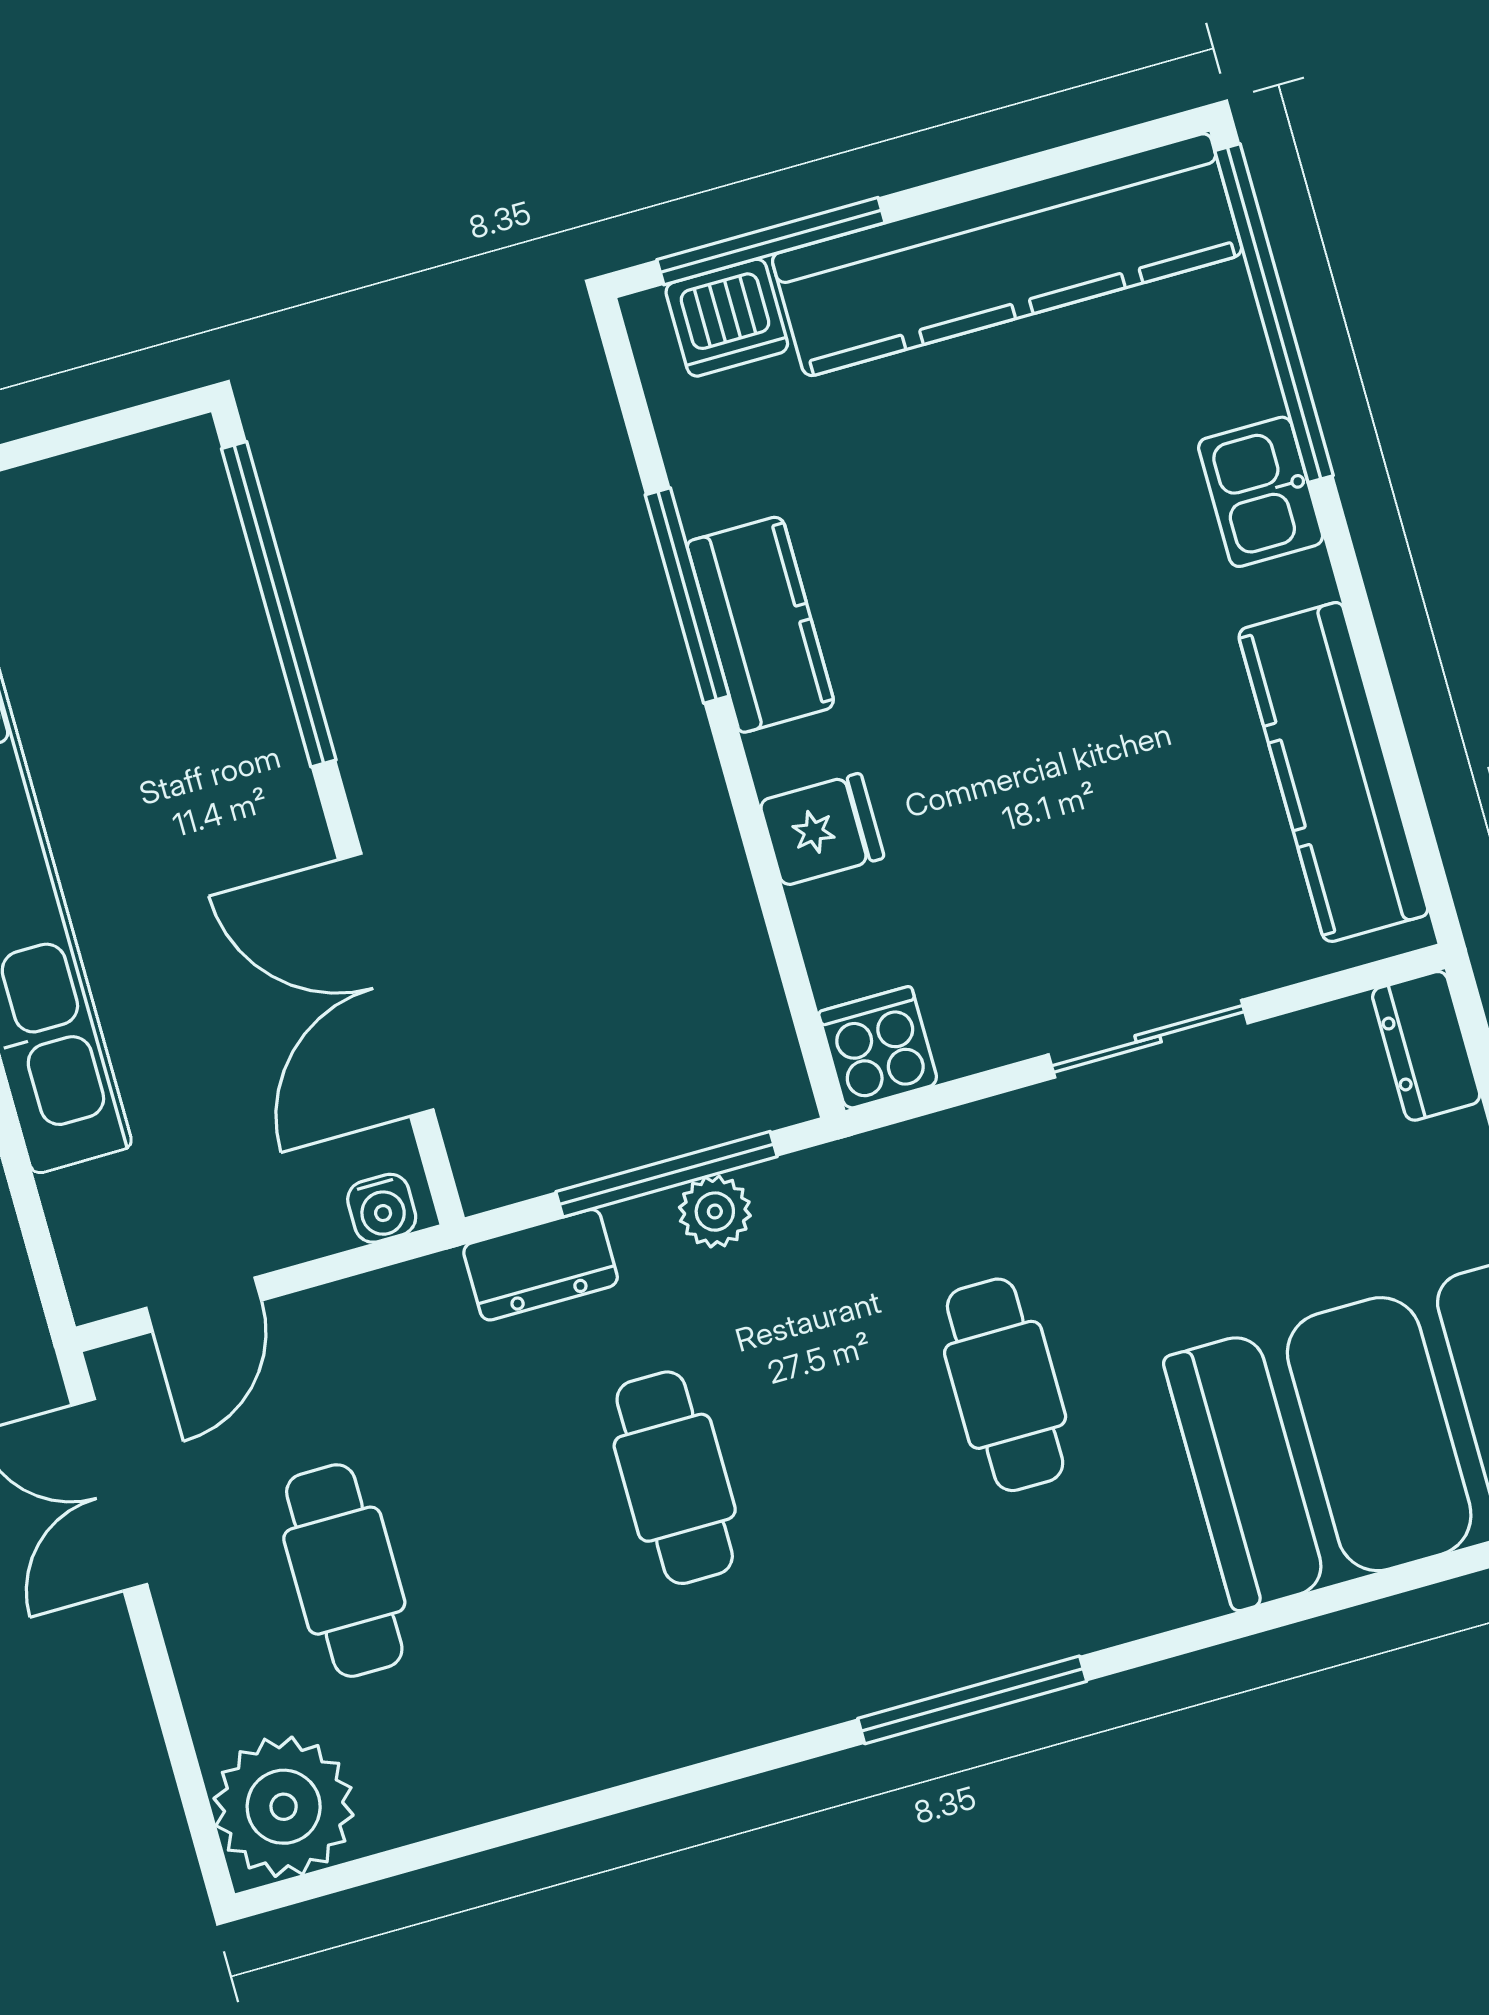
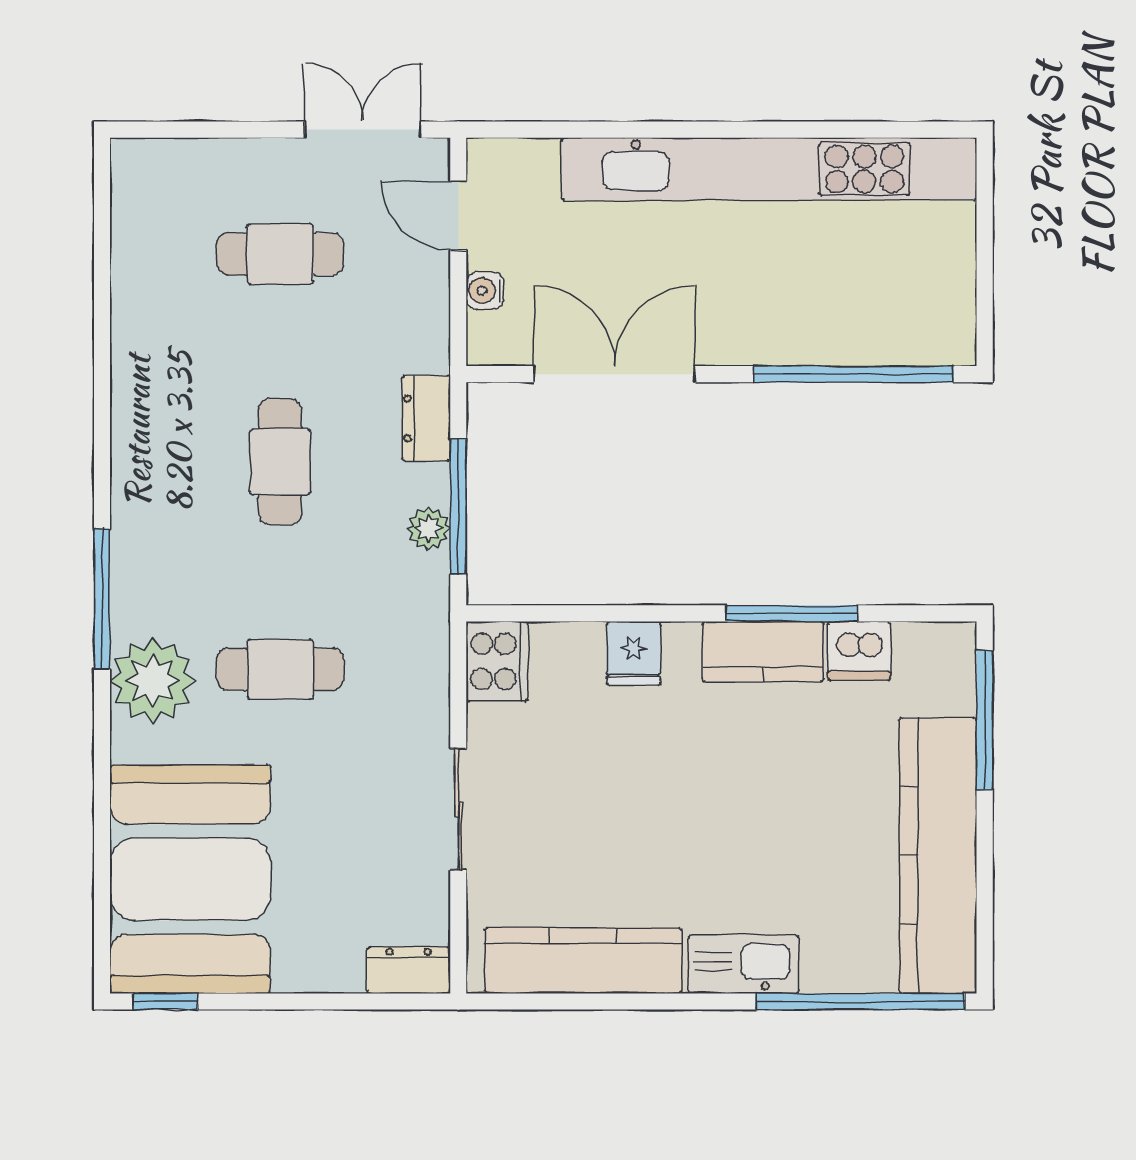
dishwasher: (727, 318) -> (859, 651), moved, turned -90
kitchen sink: (1261, 492) -> (743, 964), width x1.38
cooker: (878, 1048) -> (497, 661), width x1.36
water cooler: (382, 1208) -> (485, 291), moved
cafe table: (675, 1478) -> (280, 462), turned 90
plant: (284, 1807) -> (153, 681), moved

